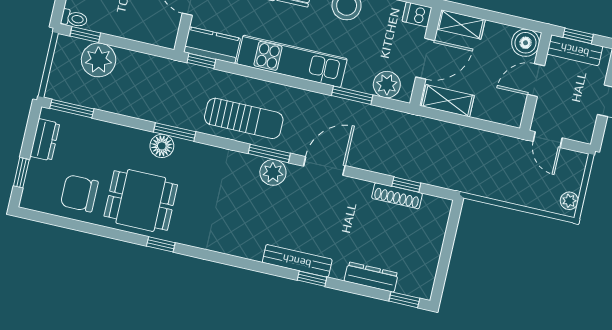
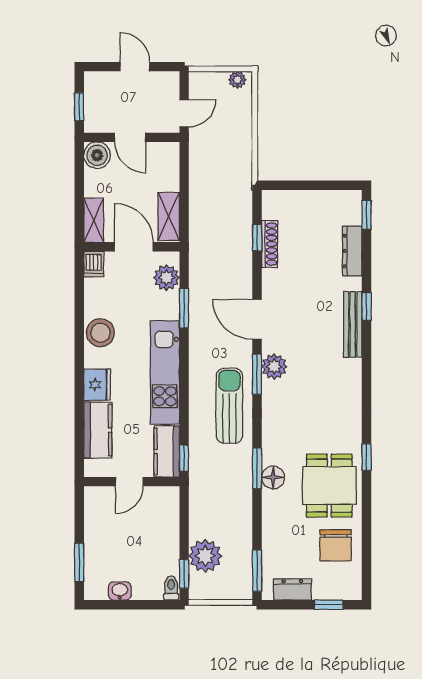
bench: (575, 50) -> (94, 107), removed

